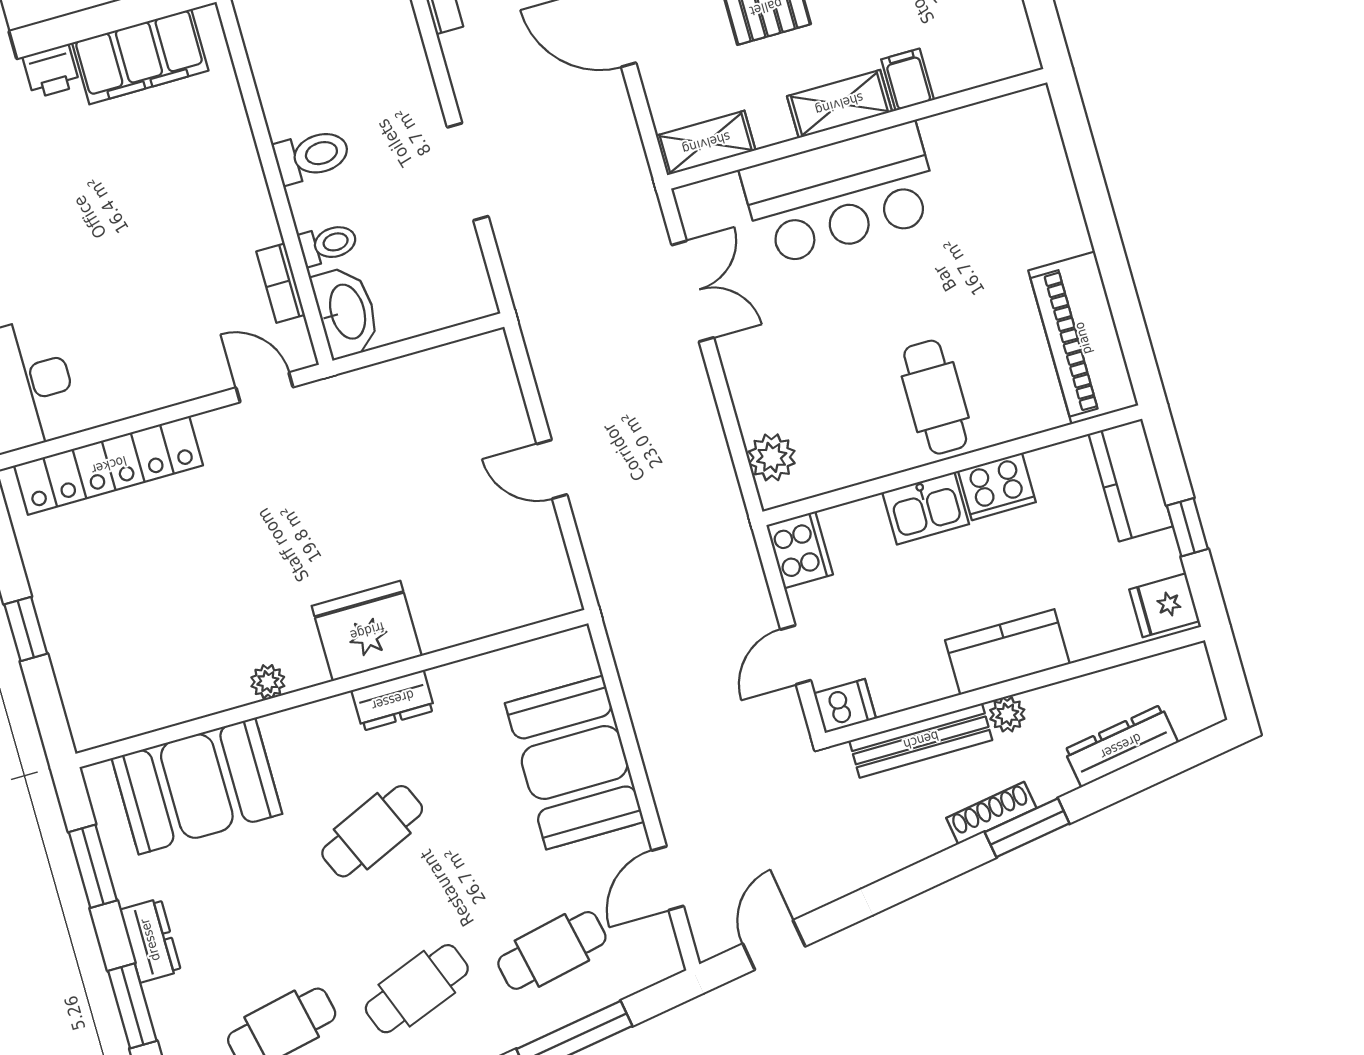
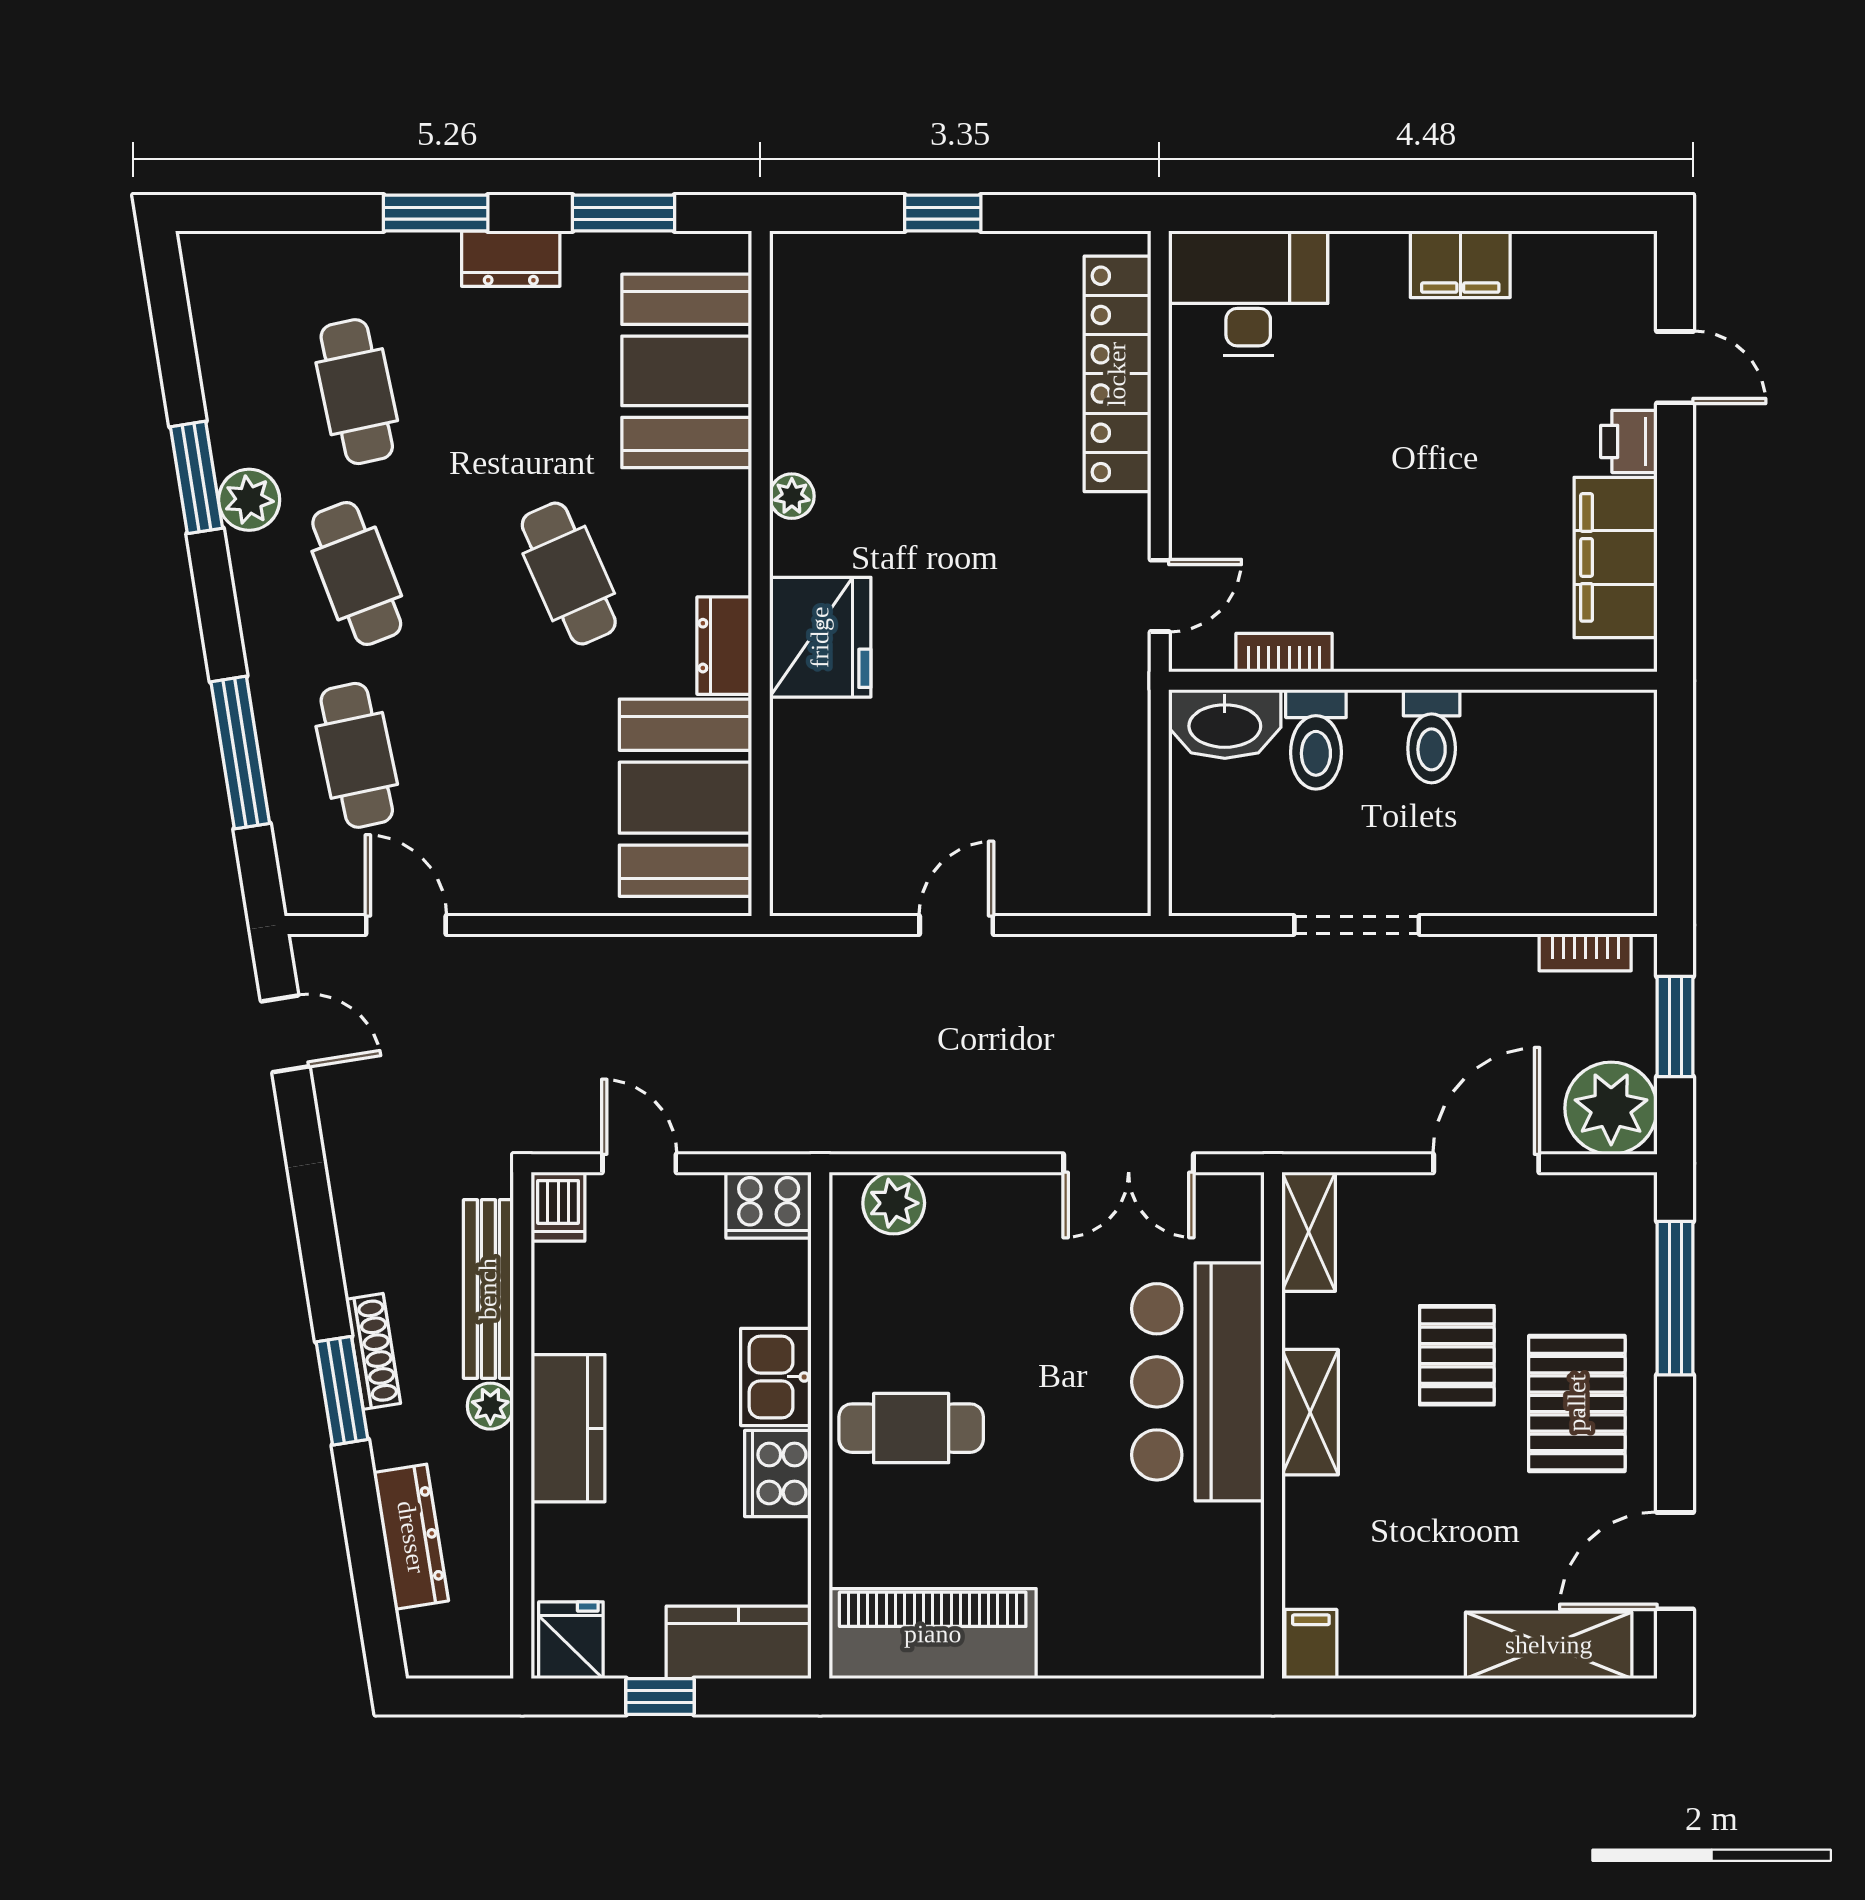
filing cabinet: (908, 80) -> (1311, 1644), moved, turned -90
toilet: (328, 244) -> (1316, 739), width x1.37, depth x1.39
booth: (575, 762) -> (686, 798), moved, turned 90

